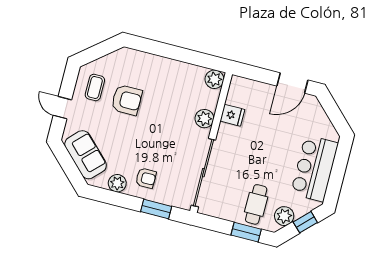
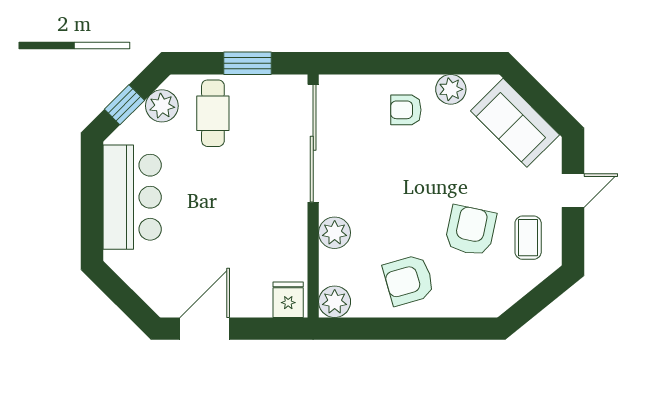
armchair: (169, 81) -> (409, 280), added
armchair: (127, 100) -> (470, 230), turned 102
door: (62, 108) -> (573, 191), hinge flipped
fridge: (232, 115) -> (288, 300), moved, turned 90
window: (156, 209) -> (376, 63), removed
window: (246, 232) -> (247, 63), moved

